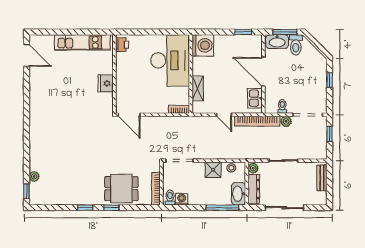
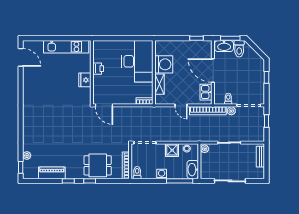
printer: (122, 45) -> (98, 69), moved
washing machine: (203, 45) -> (164, 64), moved
dresser: (254, 189) -> (205, 166), removed
piano: (65, 198) -> (52, 173), added
washing machine: (182, 199) -> (162, 174), moved

